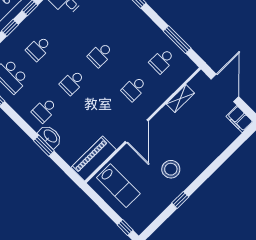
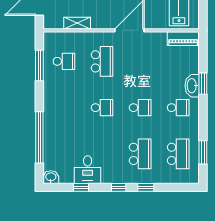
school desk: (39, 48) -> (140, 154), width x1.85
school desk: (134, 88) -> (102, 61), width x1.85
piano: (94, 159) -> (183, 39), width x0.73, depth x0.75

